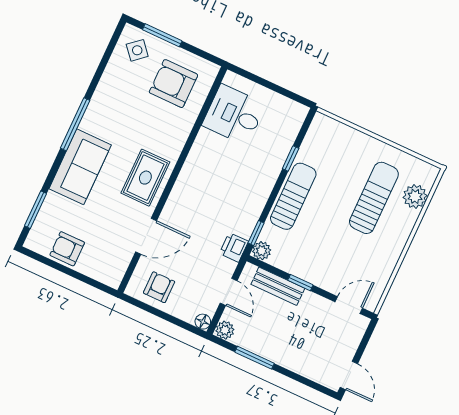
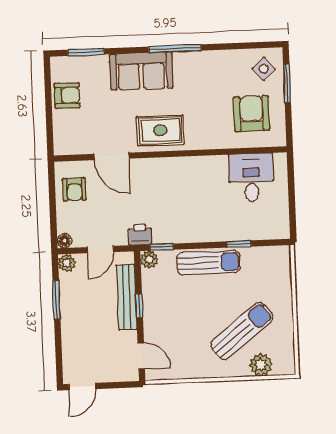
sun lounger: (374, 198) -> (242, 331), turned -38
armchair: (67, 249) -> (67, 96), turned 90
bench: (278, 286) -> (127, 297), width x1.36
armchair: (159, 287) -> (74, 189), turned 90

